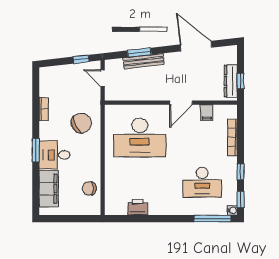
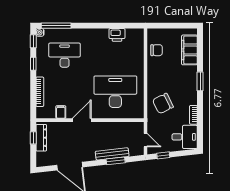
desk: (55, 155) -> (185, 137), moved

